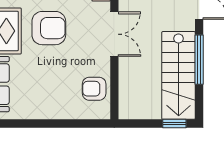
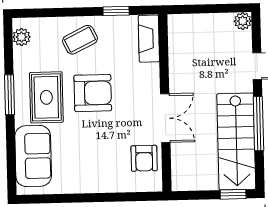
double door: (114, 34) -> (165, 118), moved
armchair: (94, 89) -> (144, 158), turned -90

